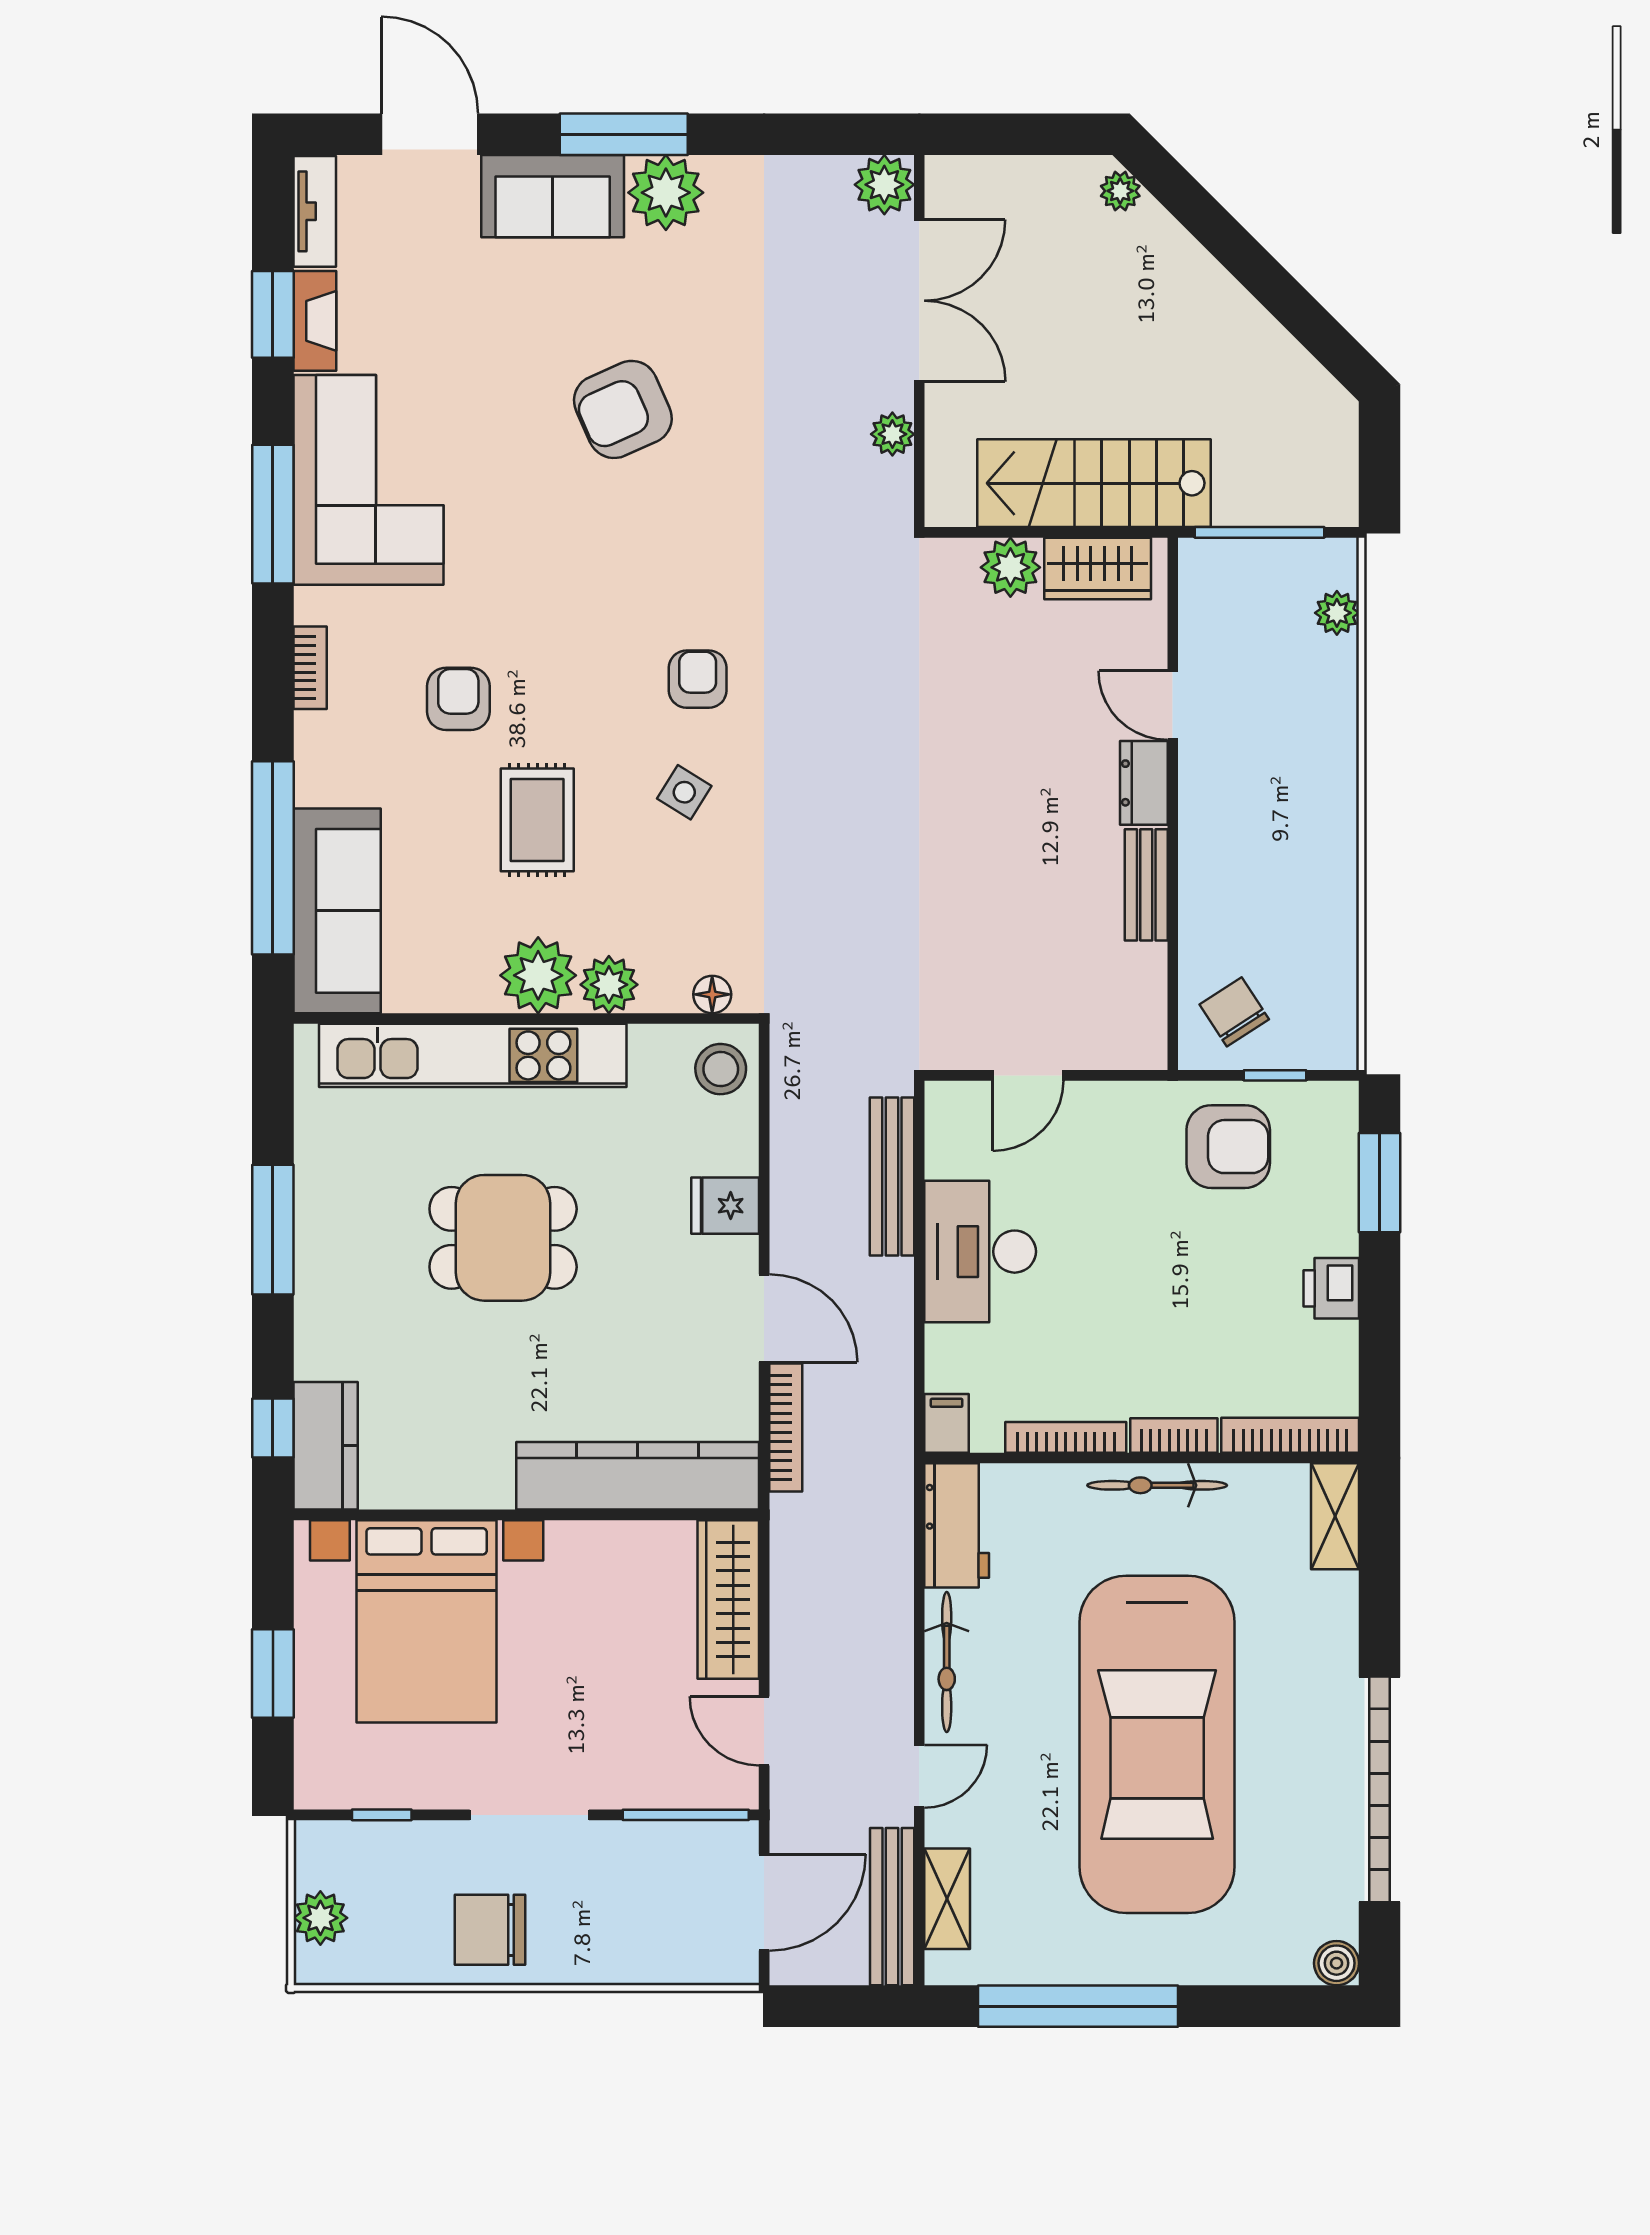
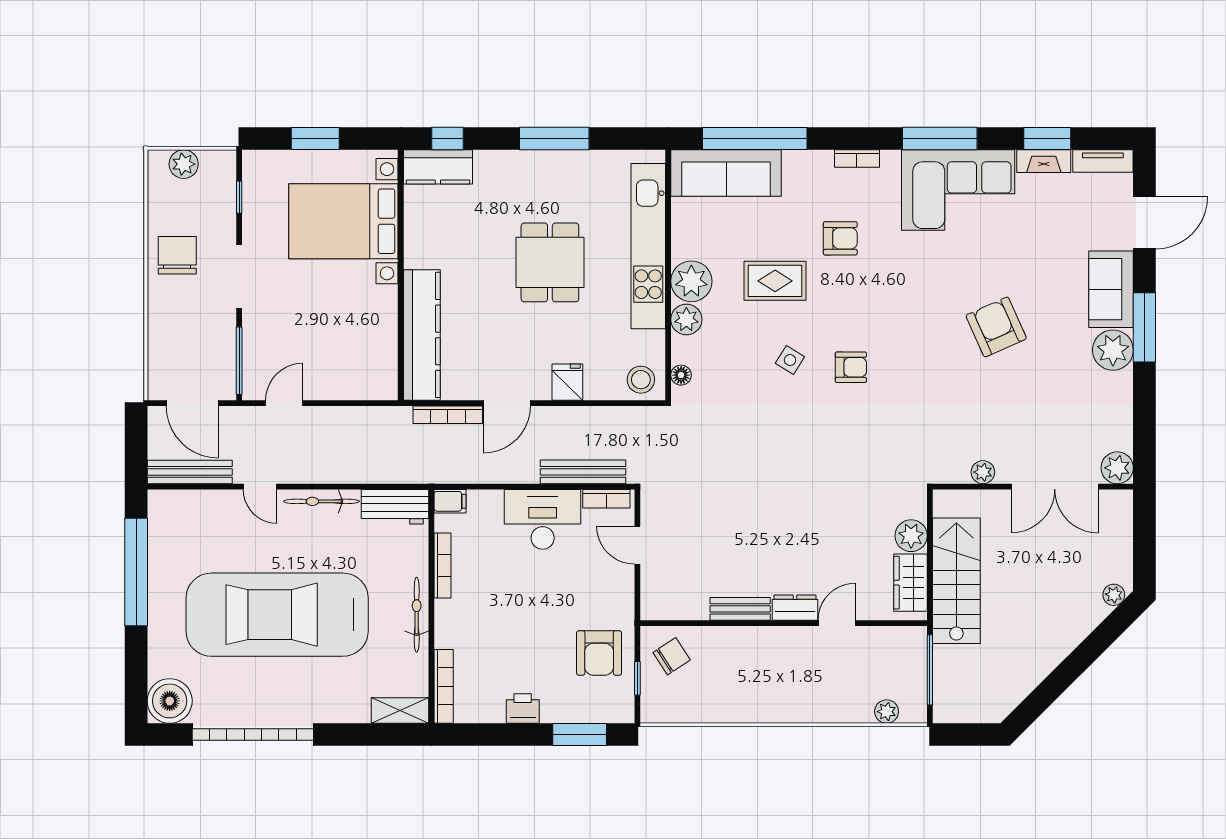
bookcase: (1174, 1435) -> (606, 499), moved, turned 90
wardrobe: (728, 1599) -> (355, 384), removed
shelving: (947, 1899) -> (194, 502), removed
boiler: (1337, 1963) -> (170, 701), width x1.86, depth x1.86

